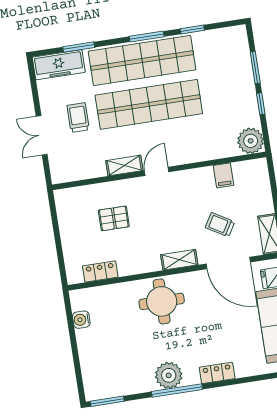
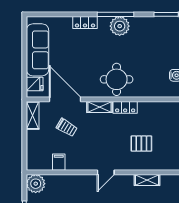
shelving: (124, 166) -> (147, 180), moved
locker: (100, 271) -> (125, 107), moved

